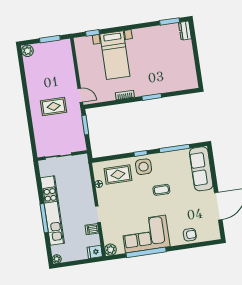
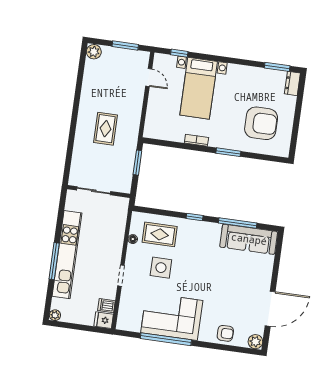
armchair: (170, 68) -> (261, 123), added
door: (80, 95) -> (149, 78), moved
rug: (54, 106) -> (106, 129), turned 90
side table: (144, 167) -> (161, 268), moved
sofa: (201, 169) -> (249, 239), moved, turned -90
coffee table: (161, 190) -> (207, 269), removed
dishwasher: (92, 229) -> (106, 306), moved
plant: (111, 250) -> (255, 342), moved

